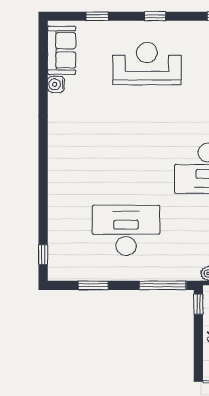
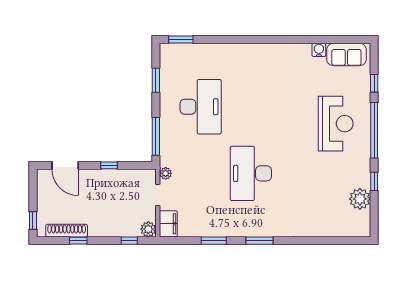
window: (155, 16) -> (374, 130), width x3.17
window: (43, 255) -> (181, 40), width x1.50
window: (198, 304) -> (109, 165), moved

